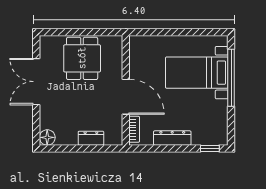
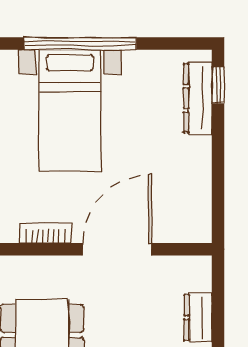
bookcase: (134, 129) -> (45, 233), moved
dresser: (172, 138) -> (198, 98), moved

